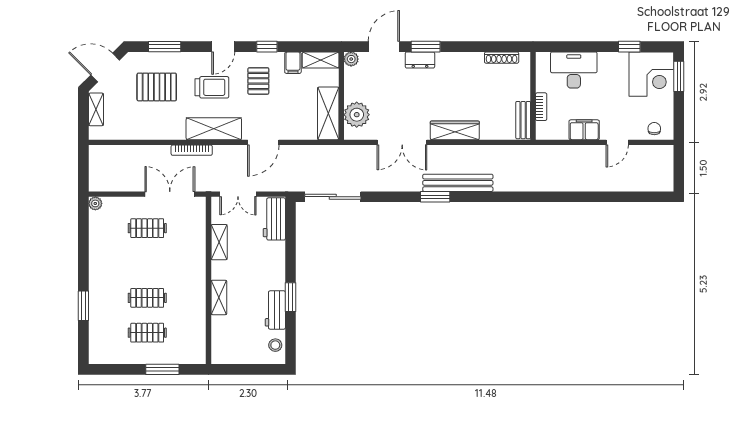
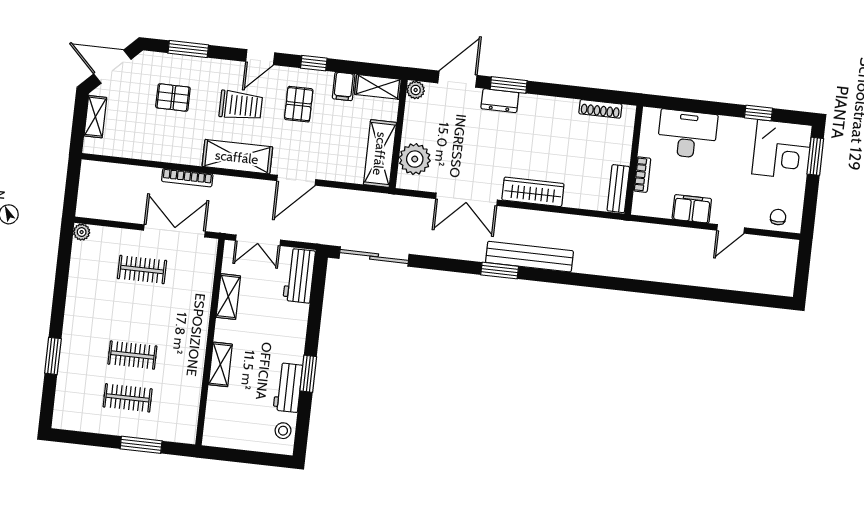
pallet: (157, 87) -> (173, 97), width x0.67, depth x0.71
bookcase: (192, 150) -> (187, 178), moved

